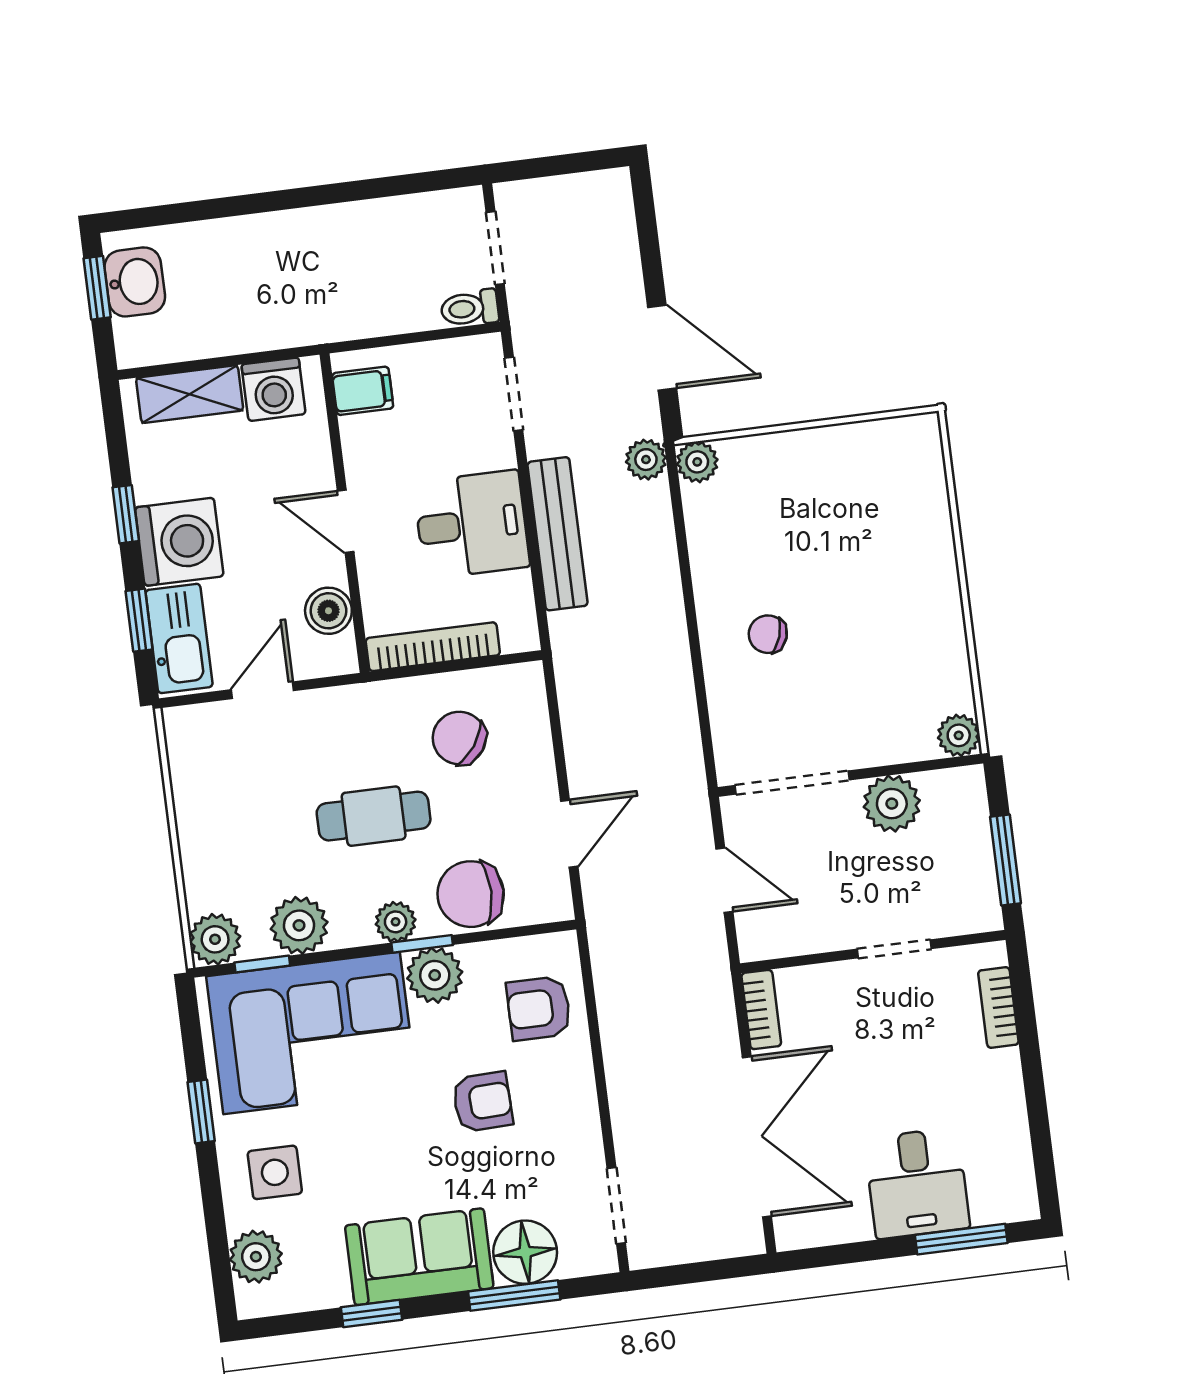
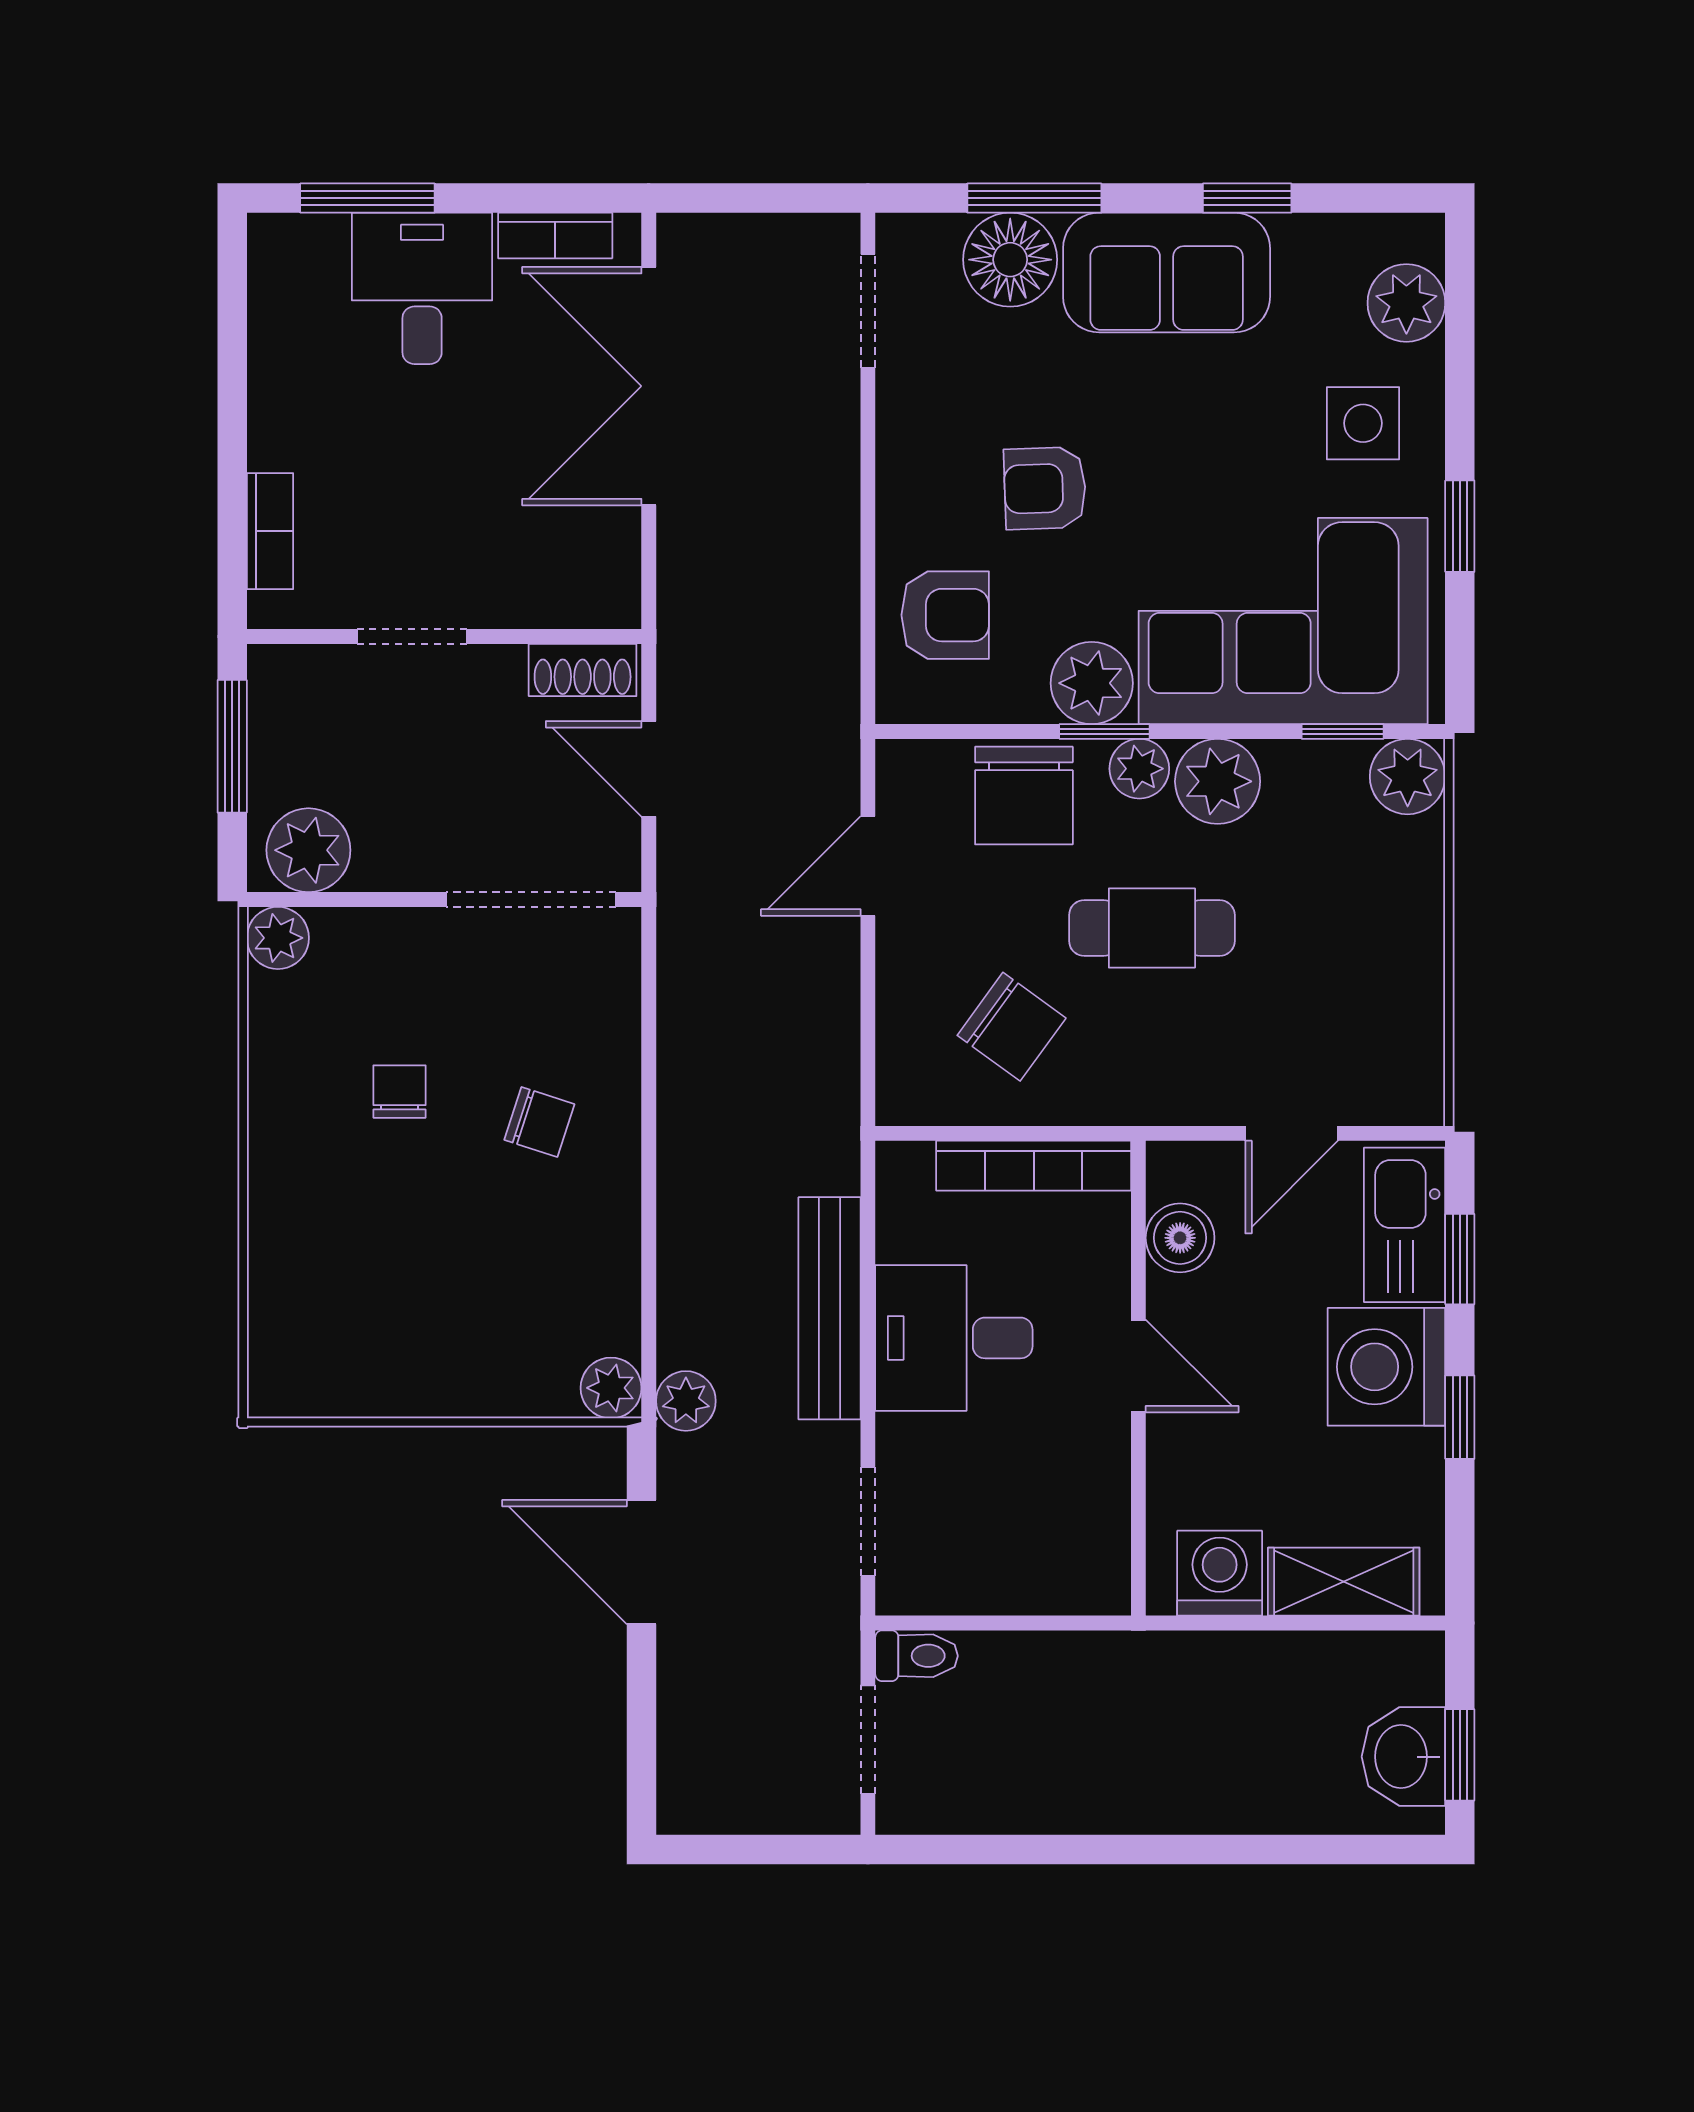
filing cabinet: (363, 391) -> (1089, 1554), removed
chair: (864, 643) -> (399, 1092), added
plant: (892, 804) -> (308, 850), moved
chair: (471, 894) -> (1024, 796), turned 90
plant: (299, 925) -> (1218, 781), moved
shoe rack: (777, 941) -> (583, 670), added
bookcase: (761, 1010) -> (555, 235), moved, turned -90

